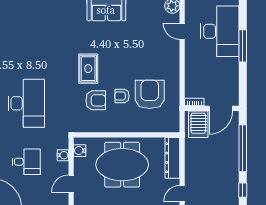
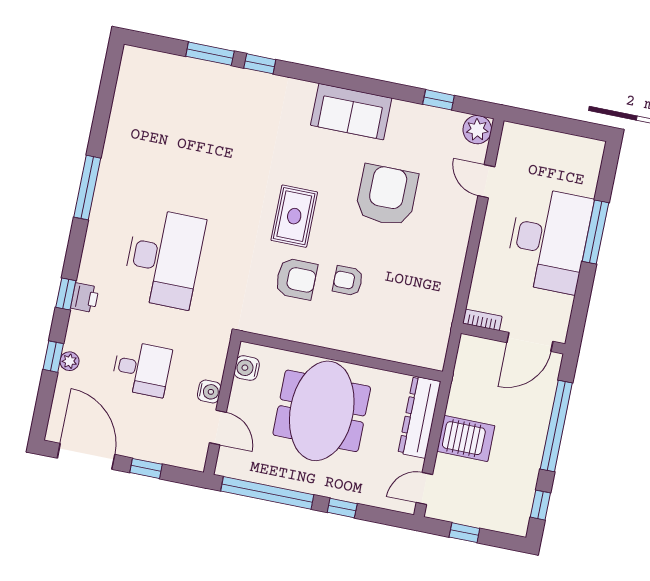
desk: (220, 31) -> (549, 240), moved
armchair: (150, 94) -> (387, 195), moved
server rack: (198, 124) -> (466, 439), moved, turned -90
water cooler: (63, 155) -> (209, 392), moved
meeting table: (122, 165) -> (322, 411), turned 90
door: (71, 184) -> (218, 427), swing flipped

